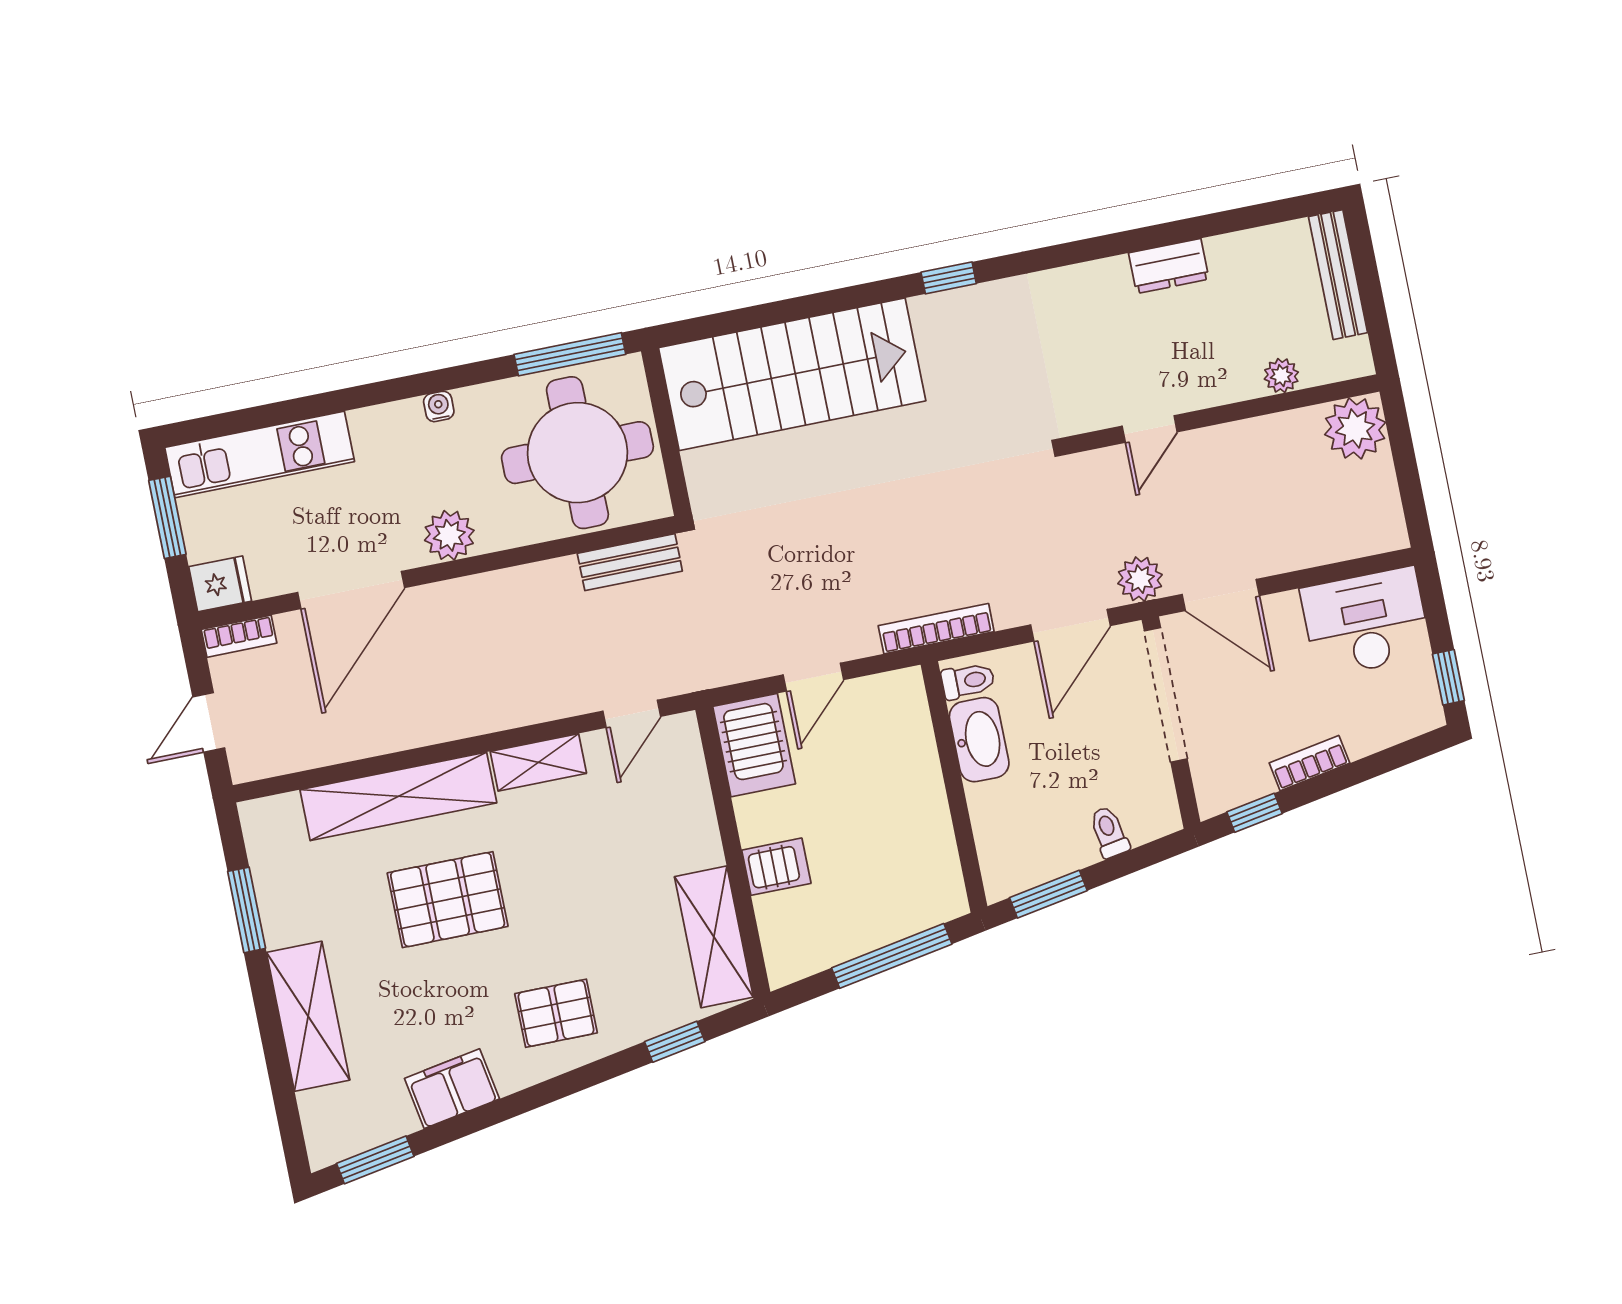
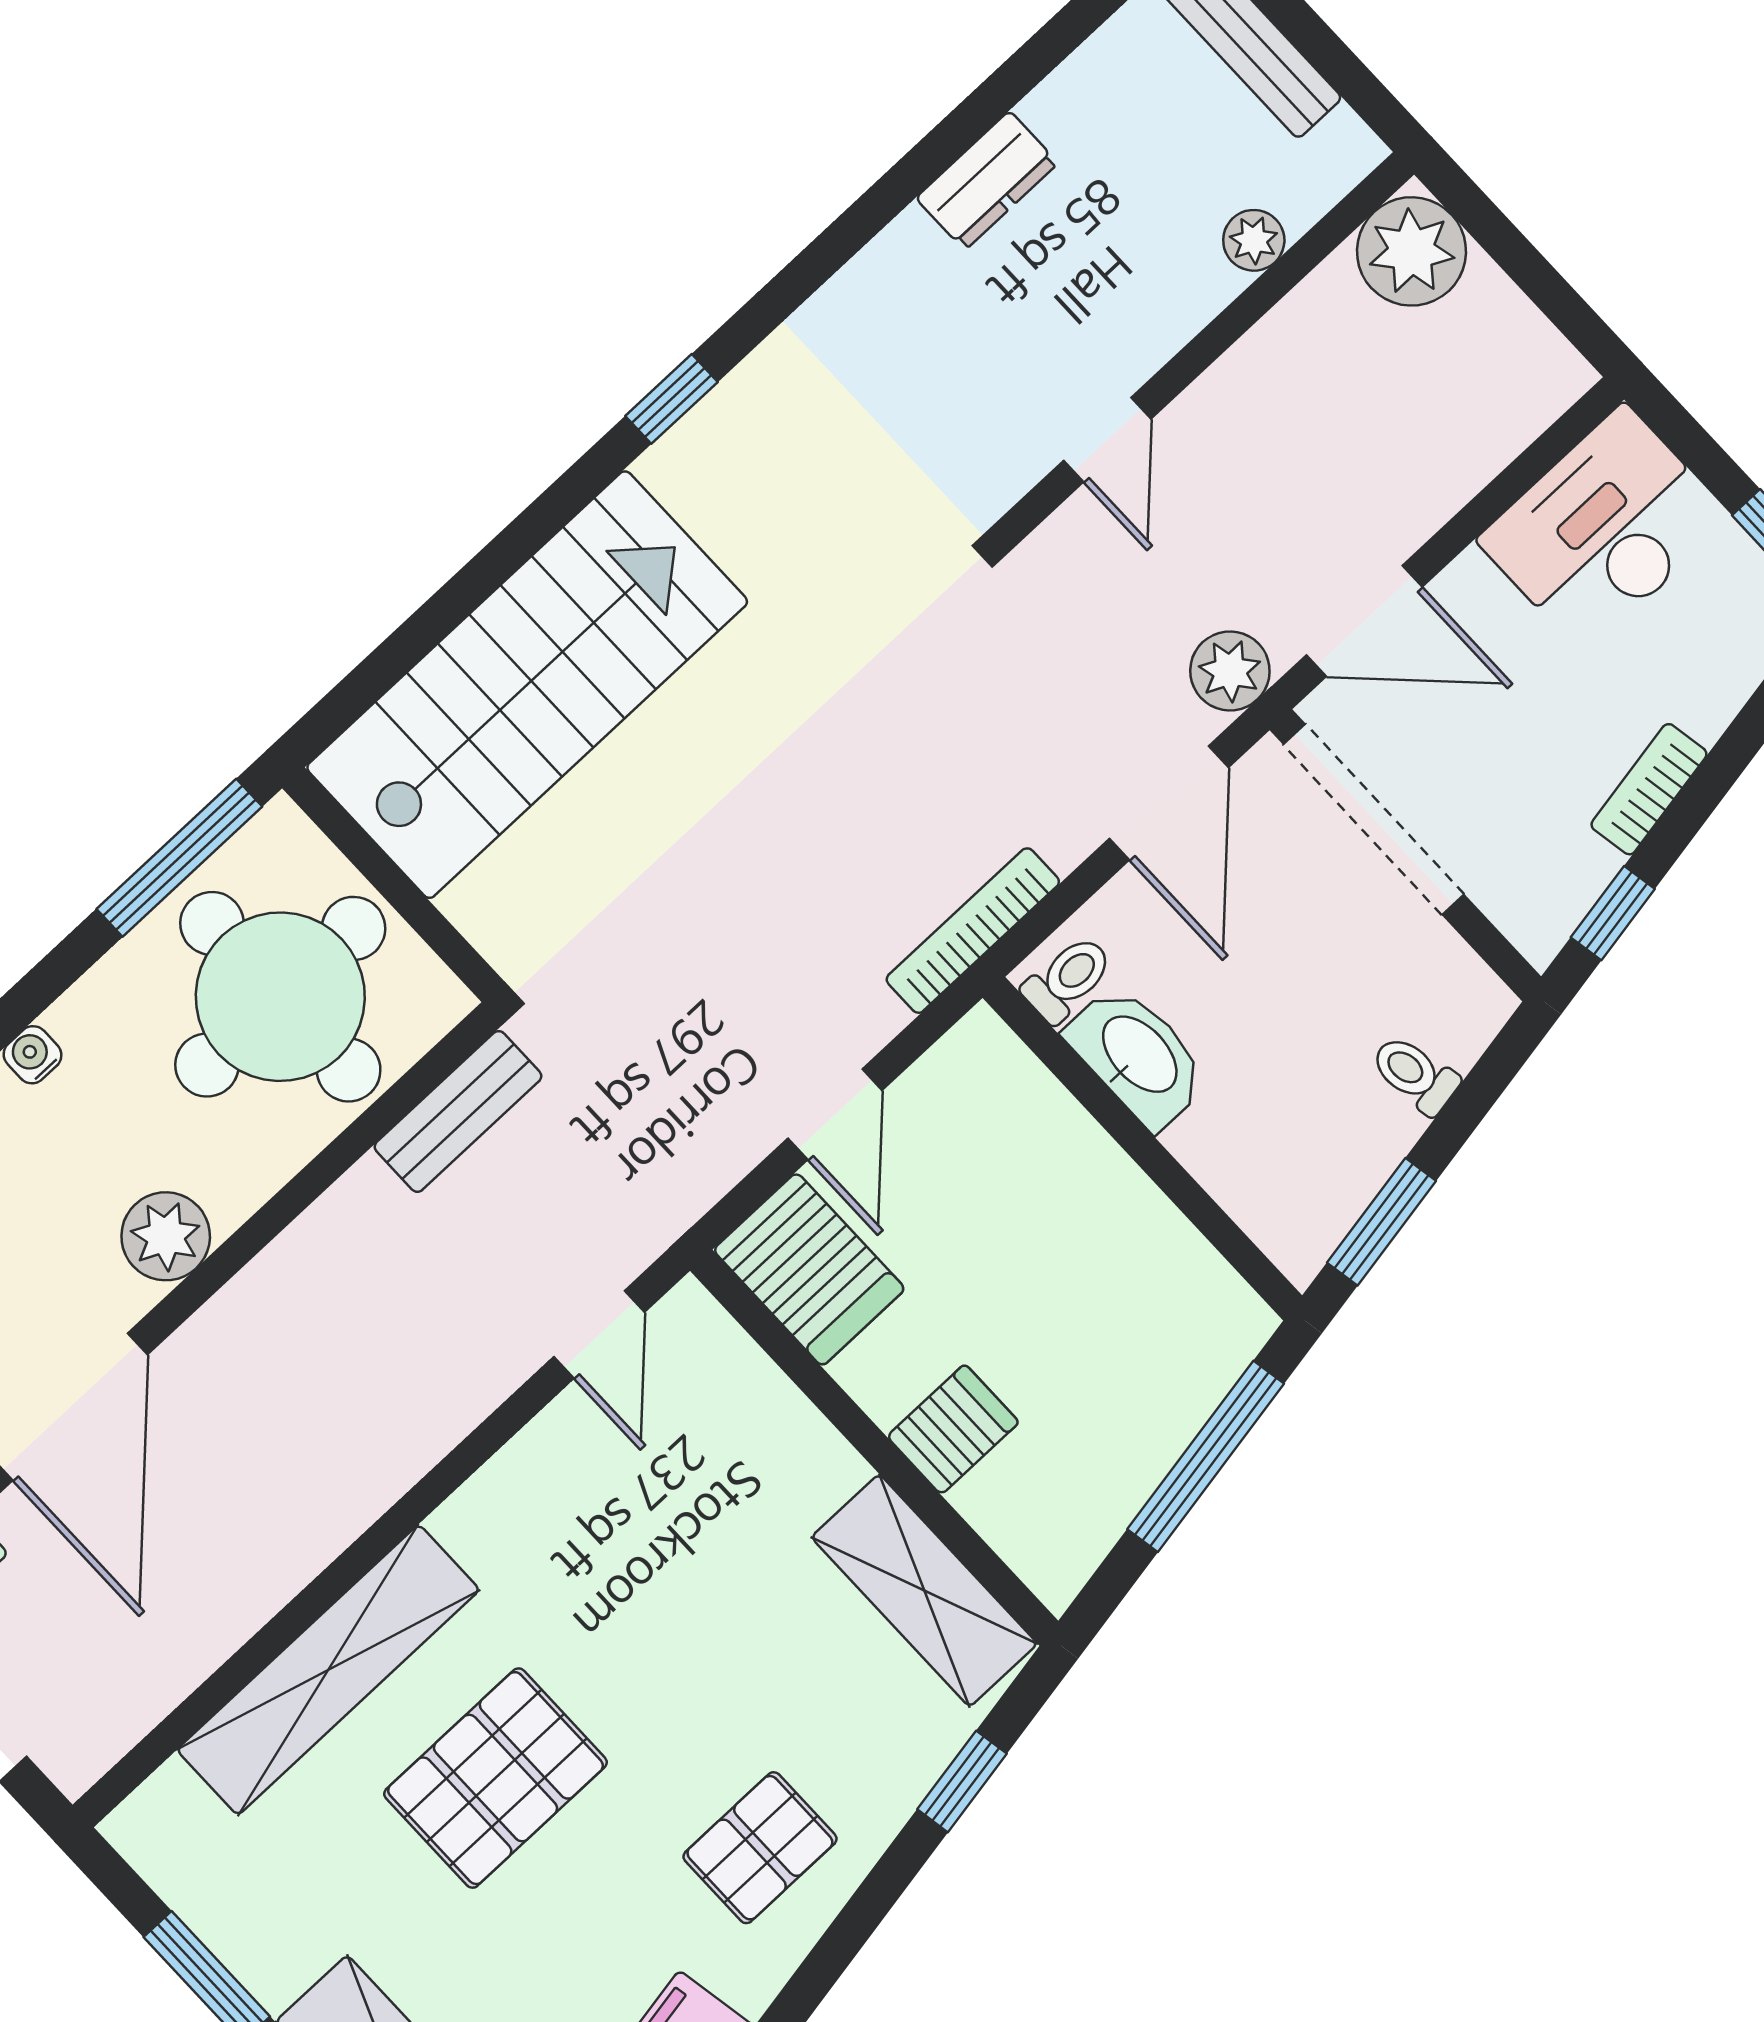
shelving: (538, 762) -> (505, 1492), removed

